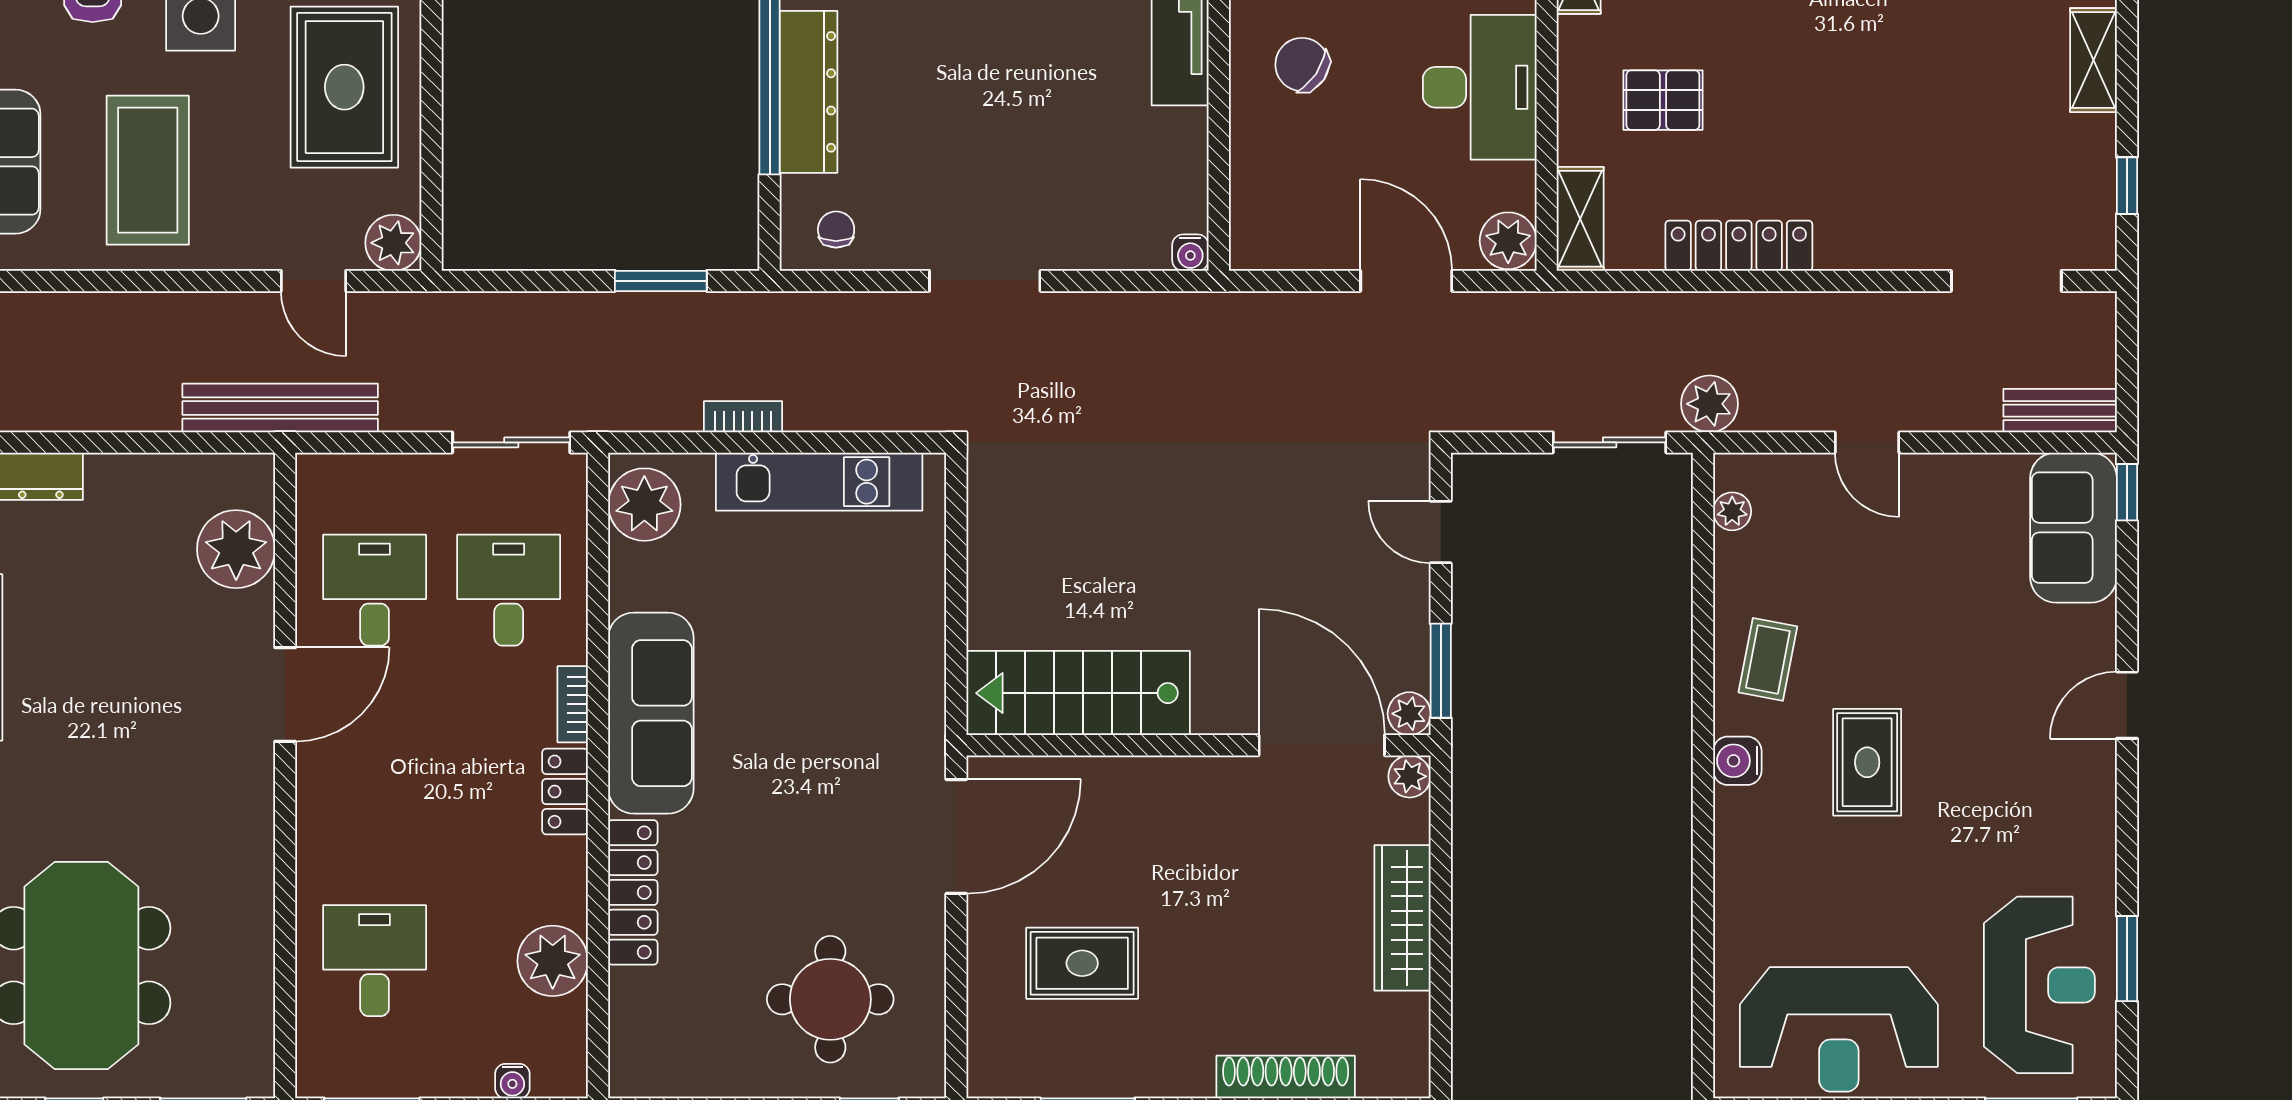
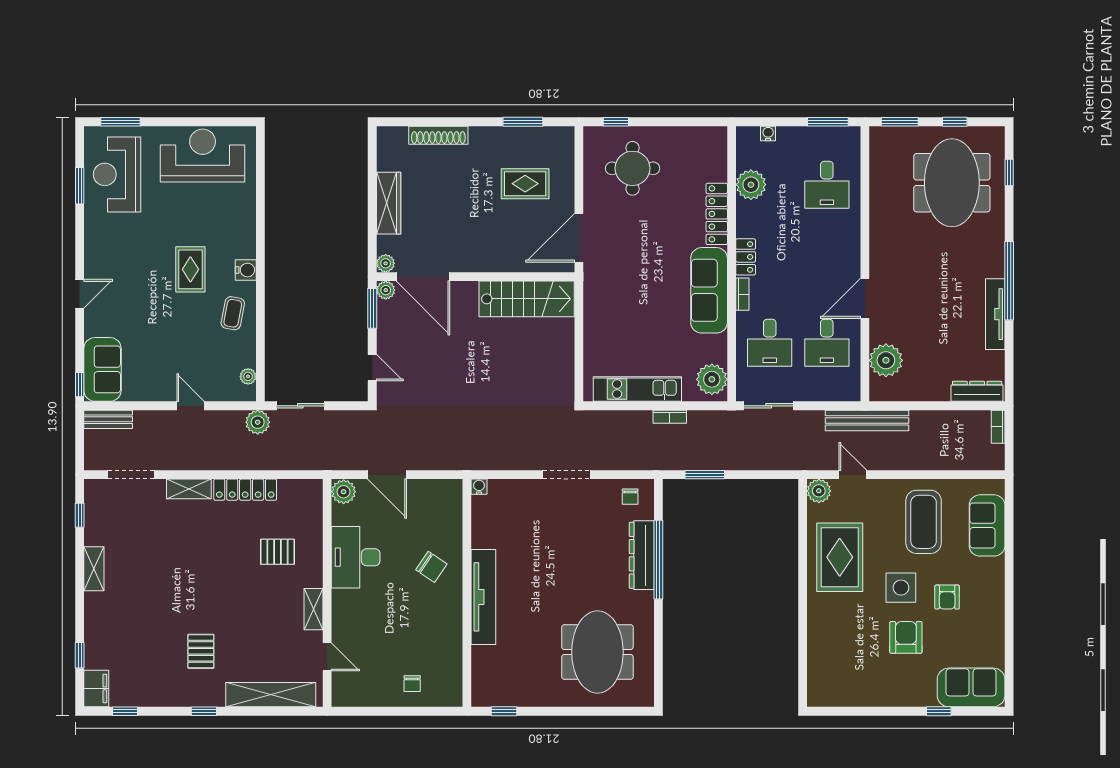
shelving: (1580, 219) -> (189, 489), moved, turned 90

